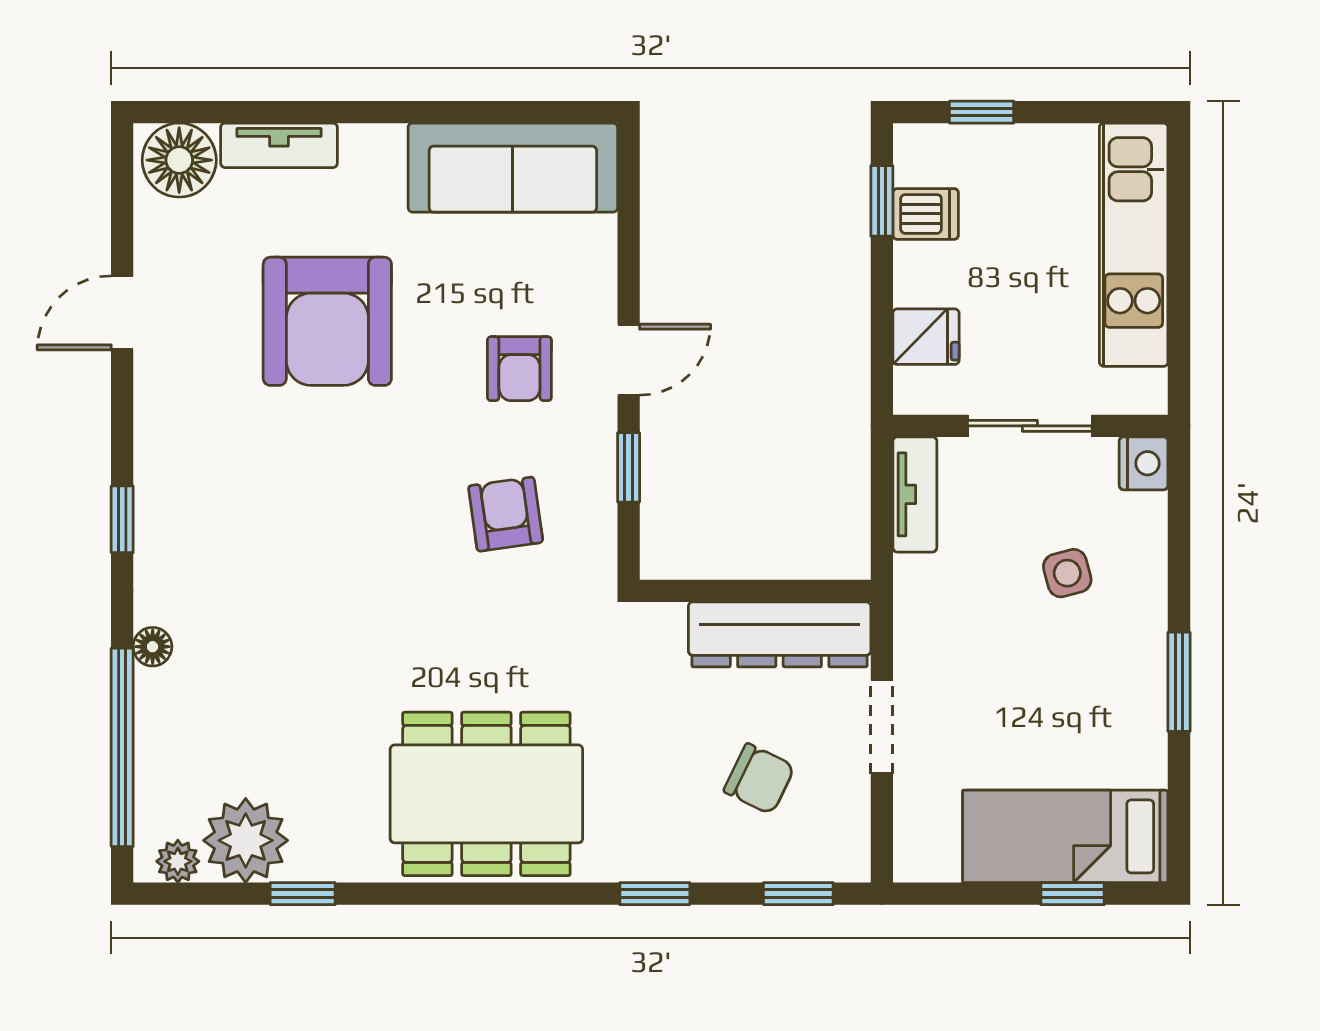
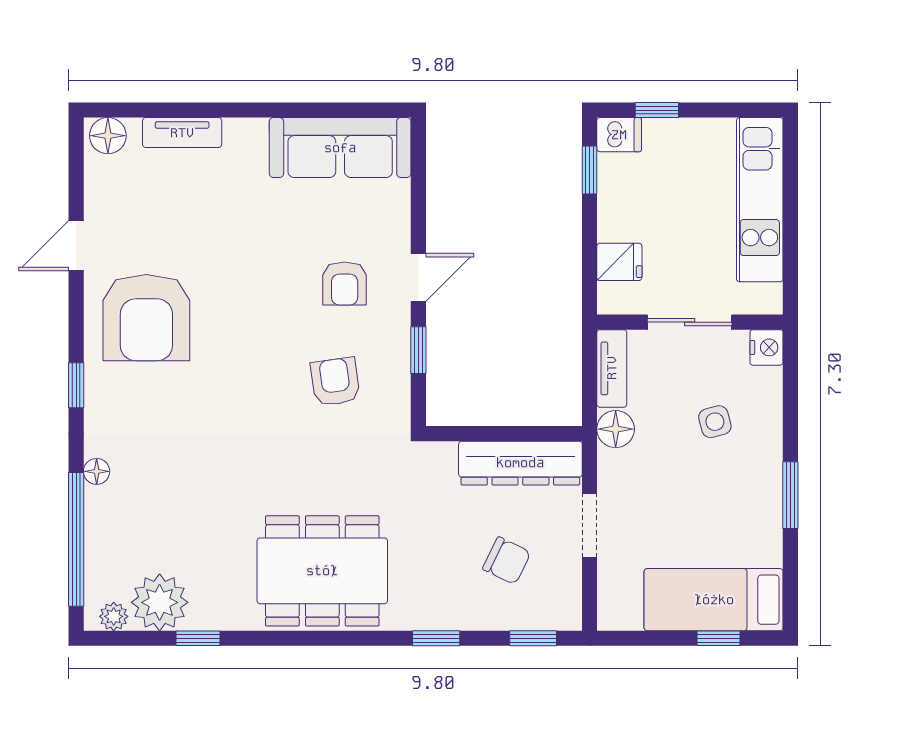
floor lamp: (179, 160) -> (108, 136), width x0.73, depth x0.73
dishwasher: (926, 214) -> (619, 135), moved
armchair: (327, 321) -> (146, 318), moved
floor lamp: (920, 584) -> (616, 429), added

